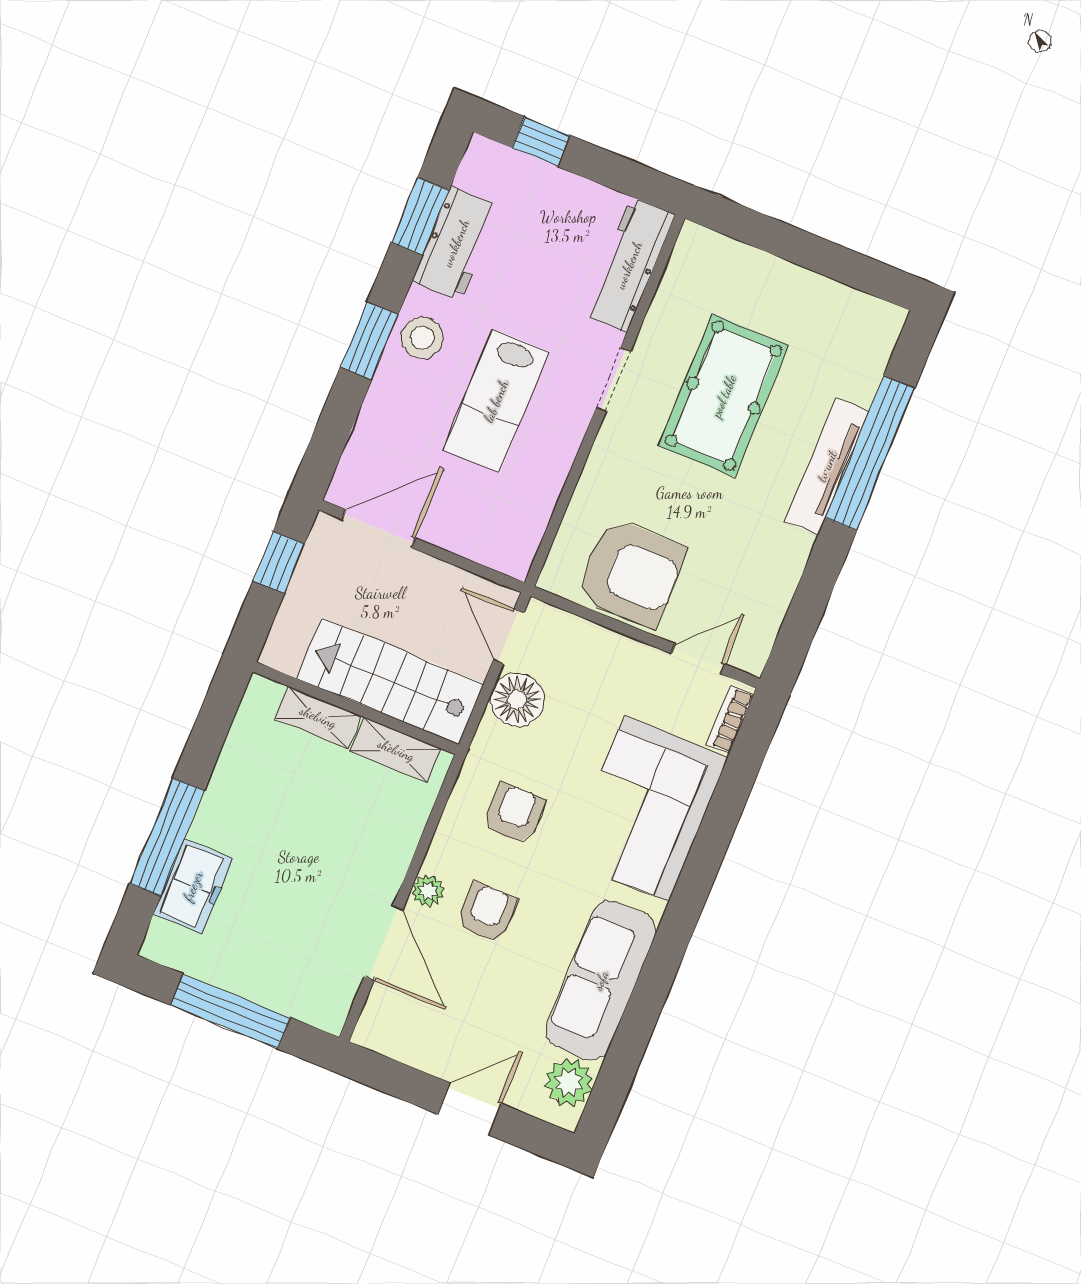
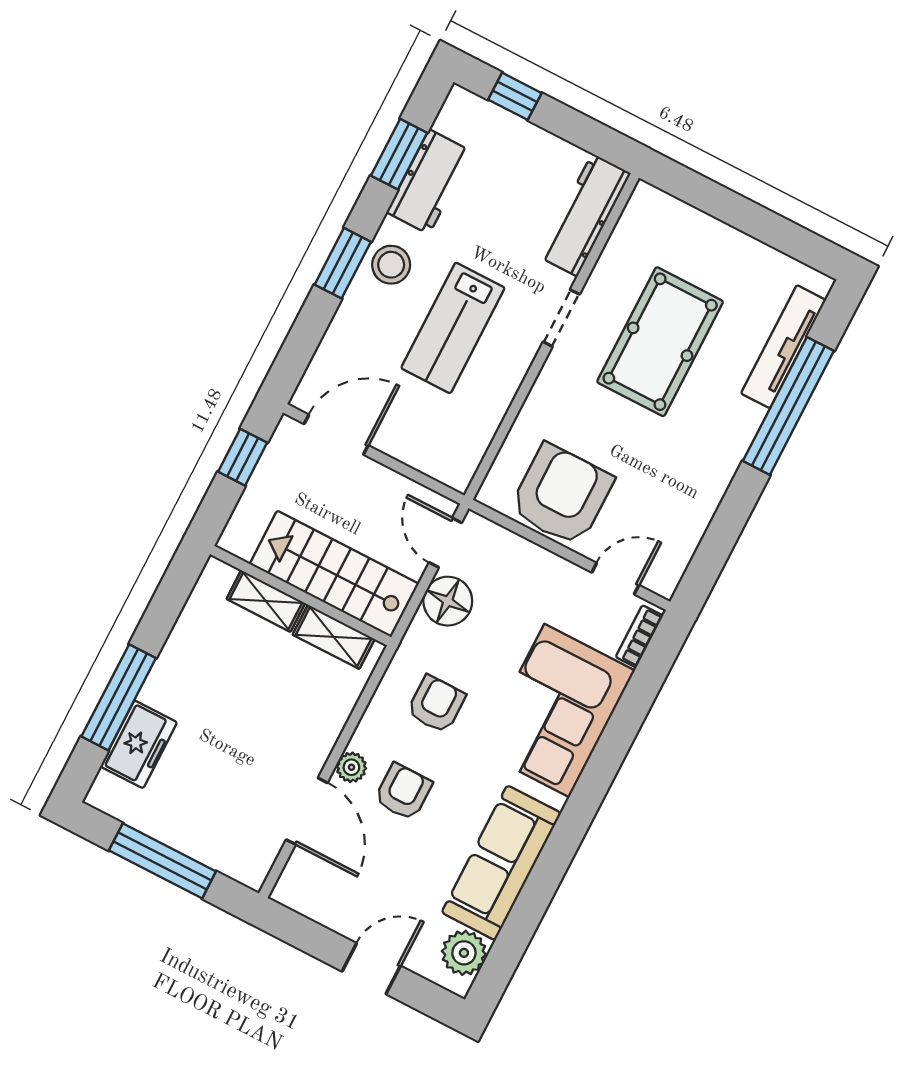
tv unit: (827, 466) -> (783, 347), moved
armchair: (631, 573) -> (561, 495), turned -90

